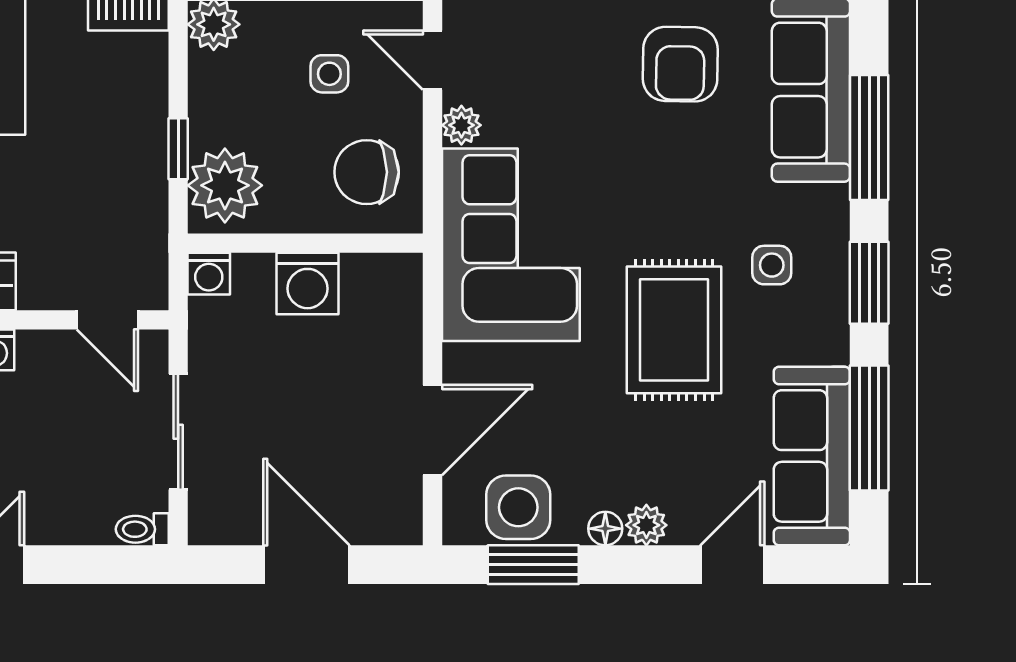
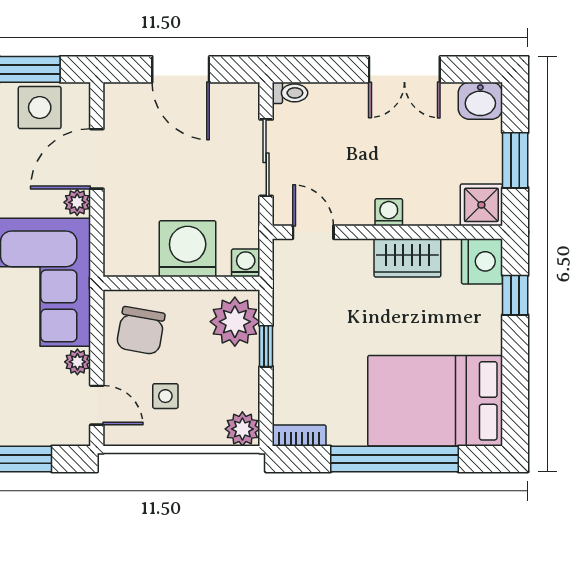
chair: (367, 172) -> (141, 331), turned 100
washing machine: (307, 284) -> (188, 249), width x1.37, depth x1.37
plant: (462, 365) -> (77, 202), added

